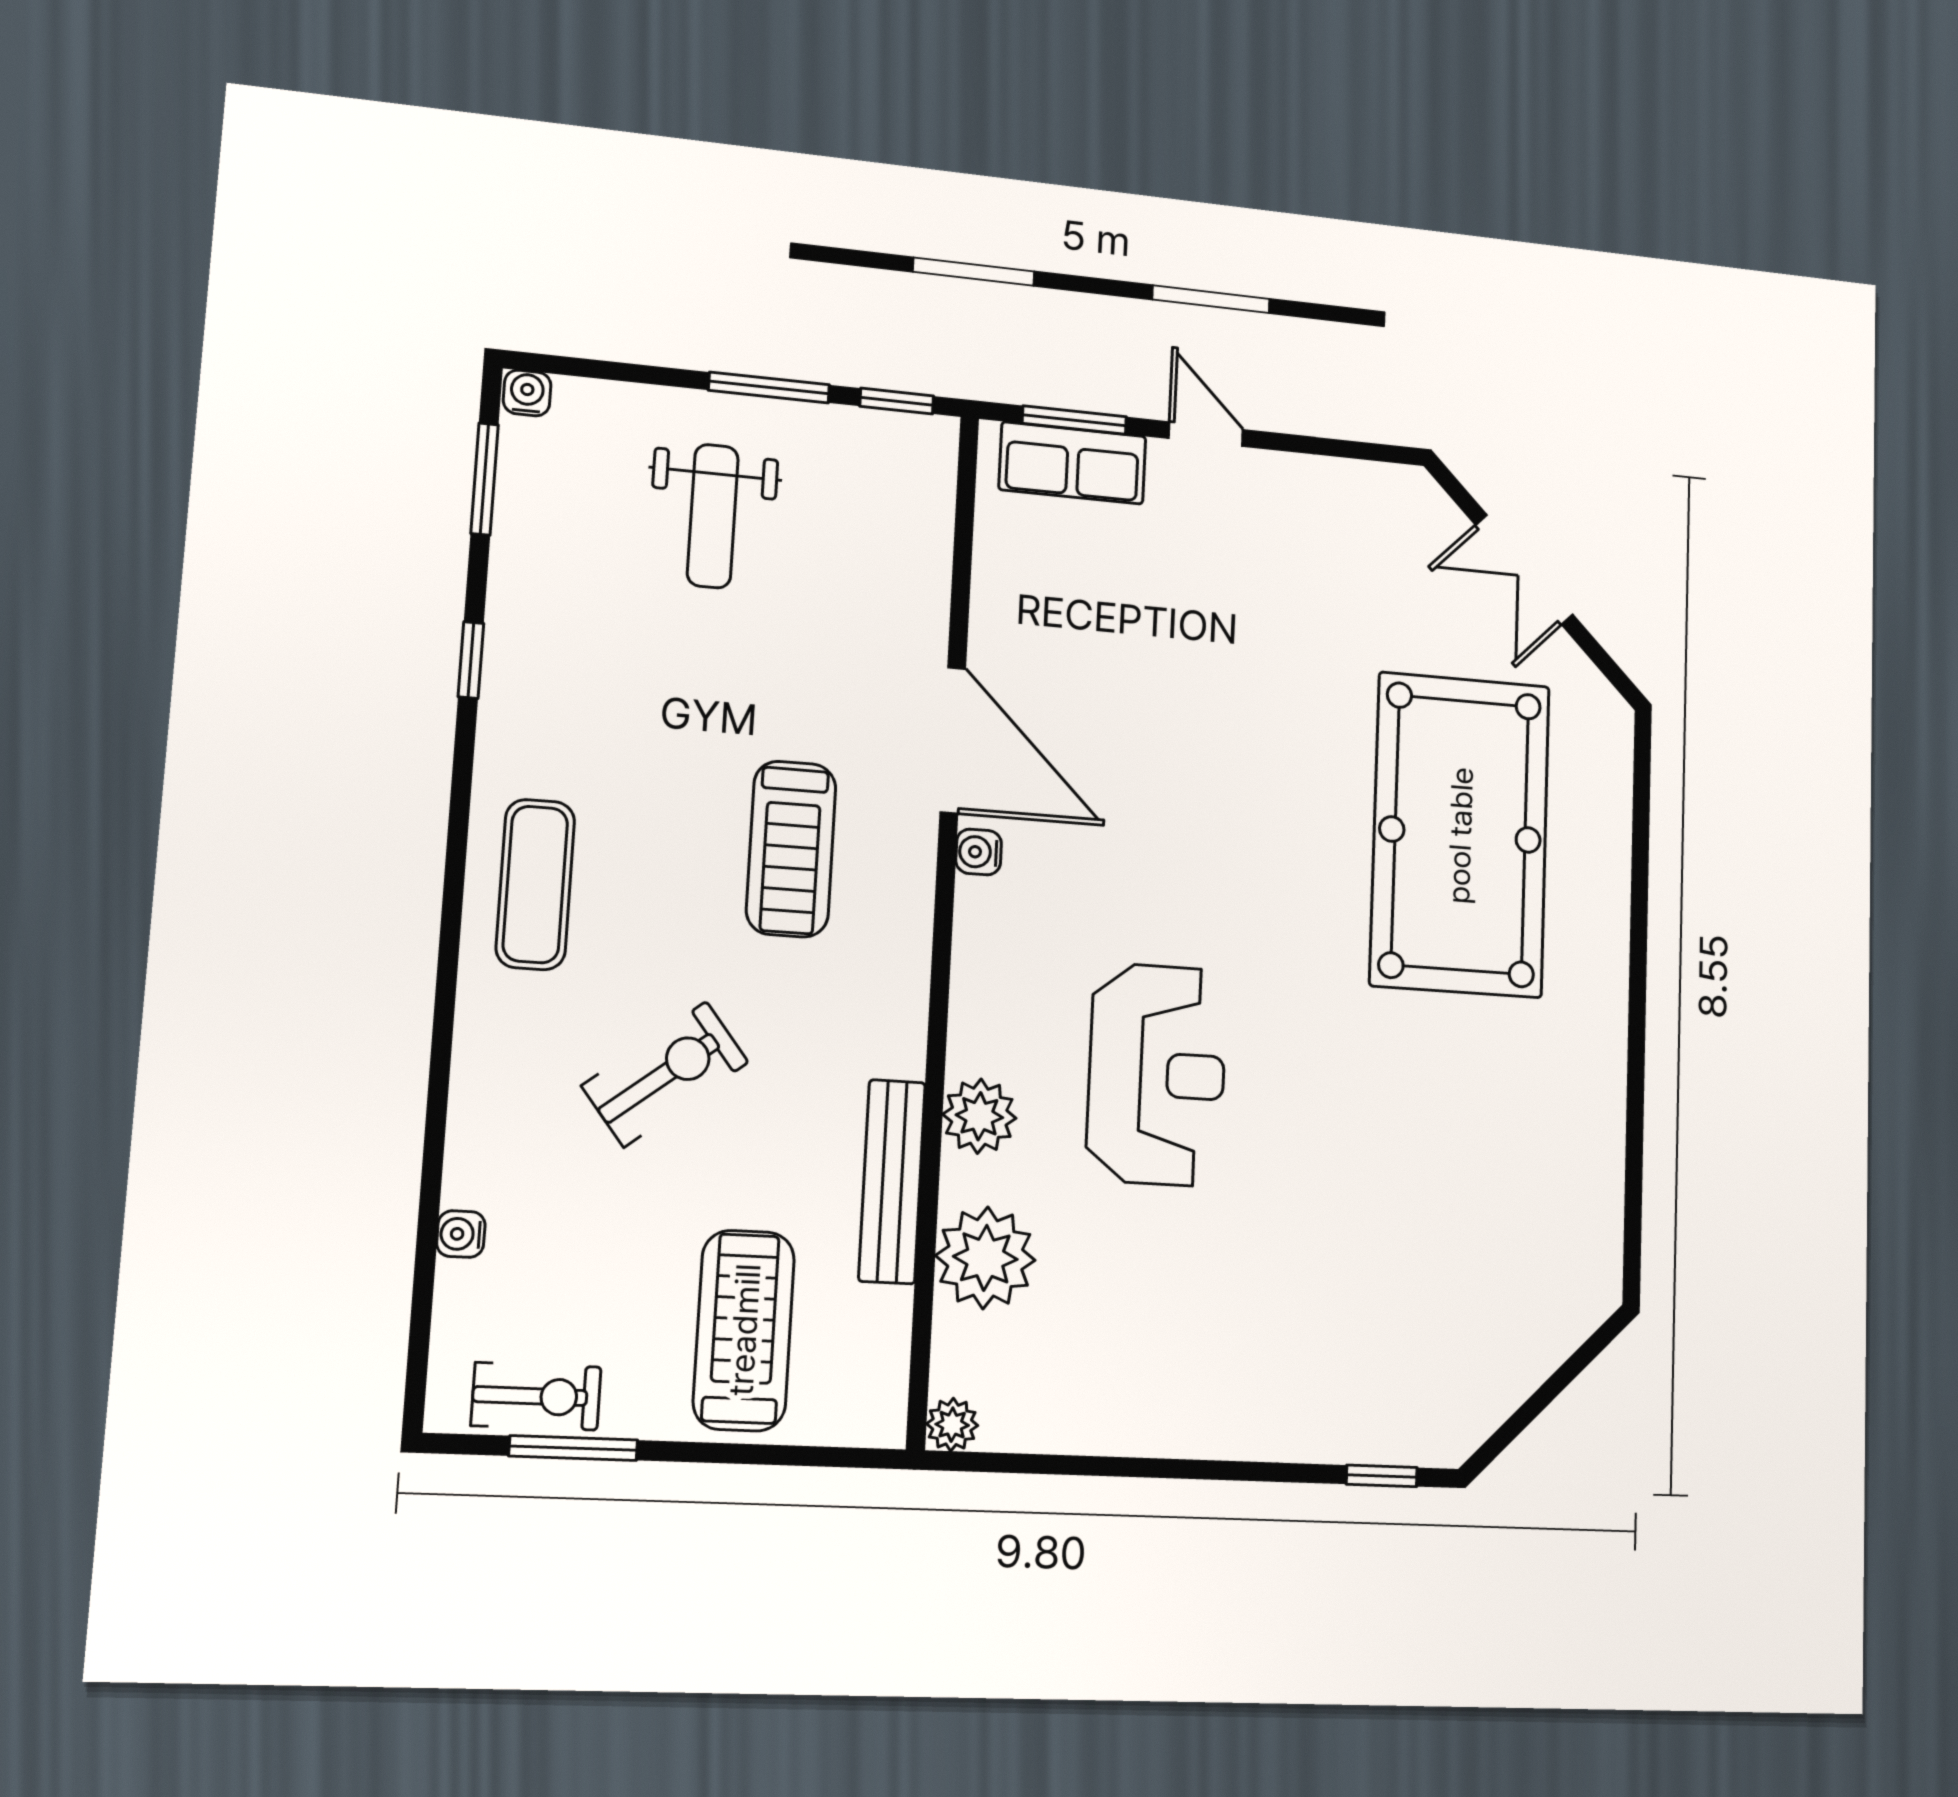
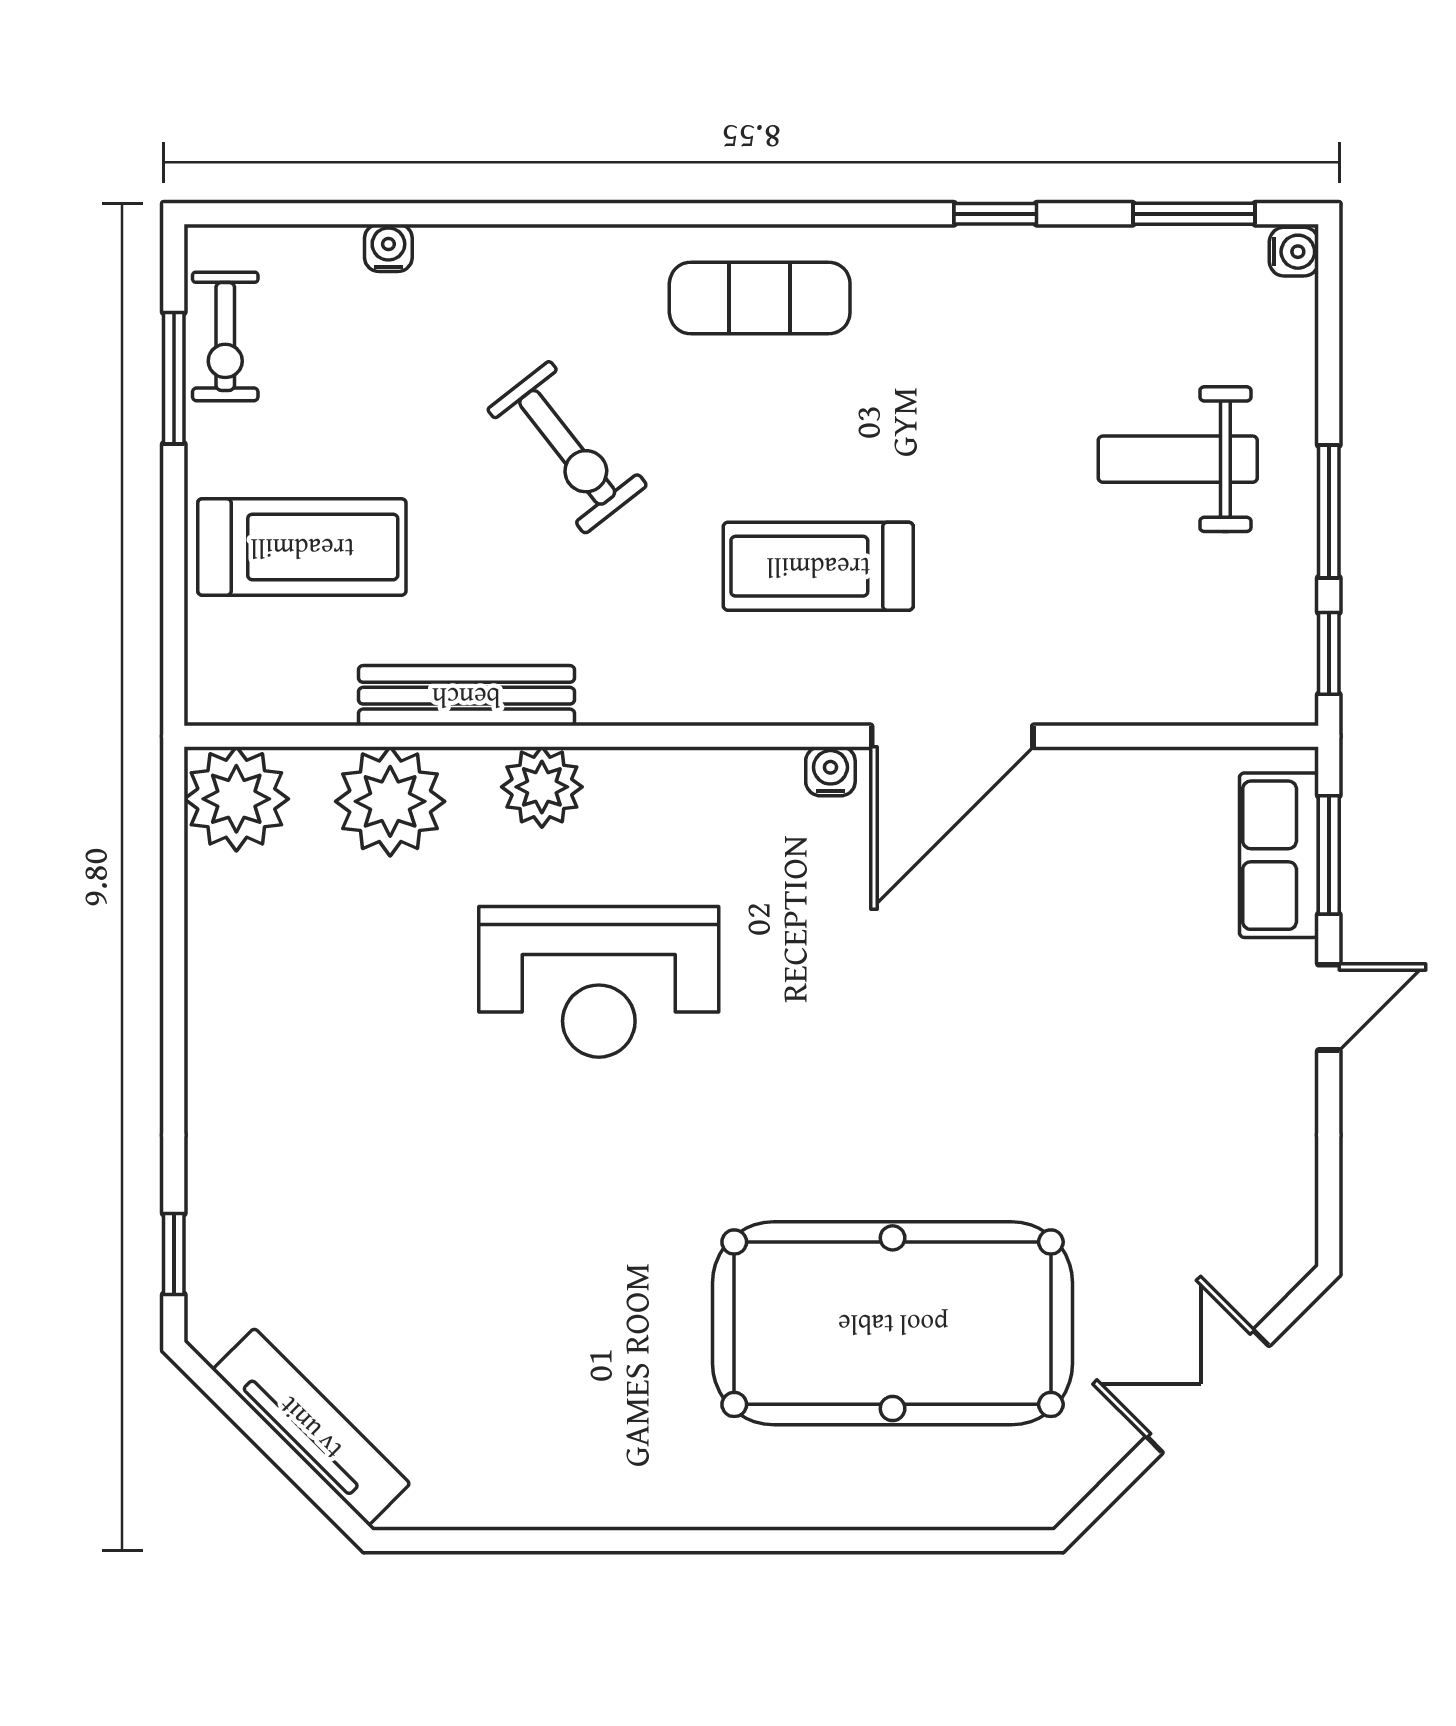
tv unit: (1534, 1356) -> (311, 1427), added
plant: (952, 1425) -> (236, 799), width x1.87, depth x1.87

